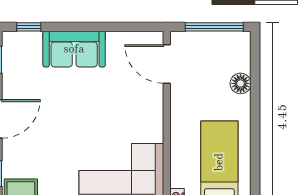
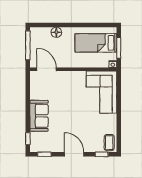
door: (167, 64) -> (47, 69), swing flipped

